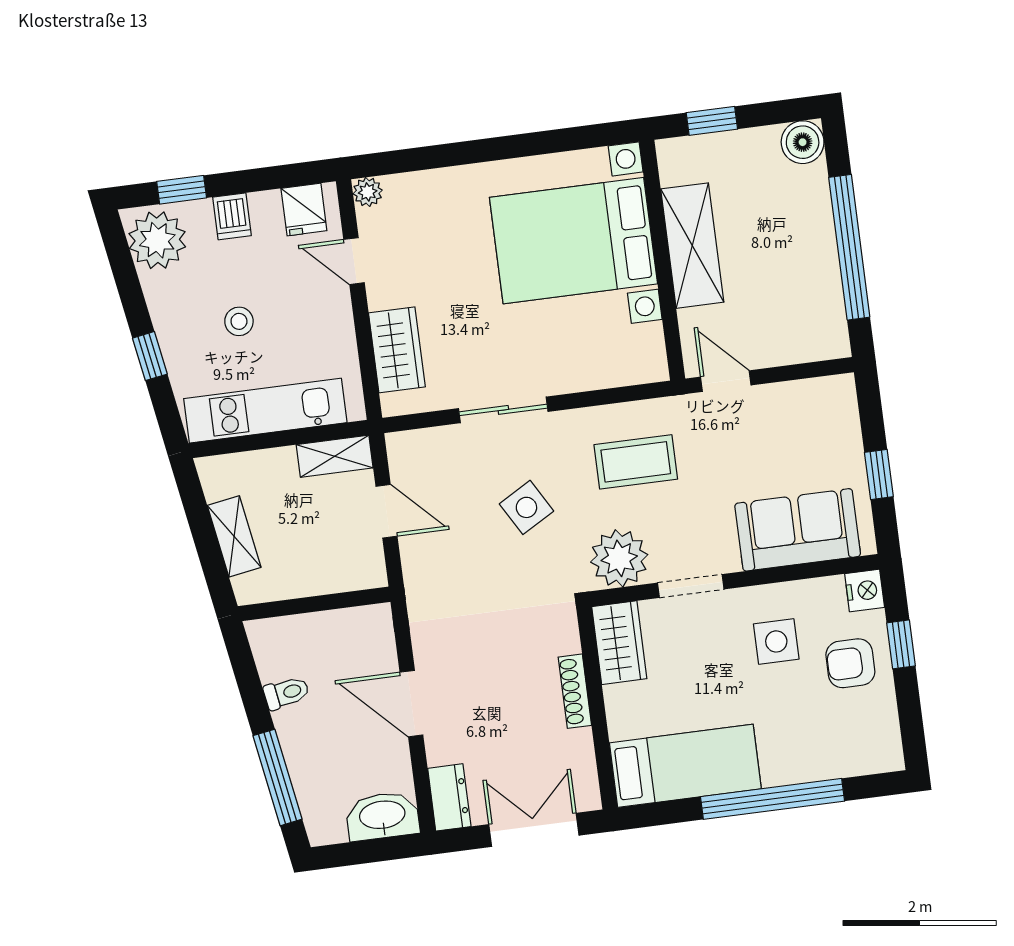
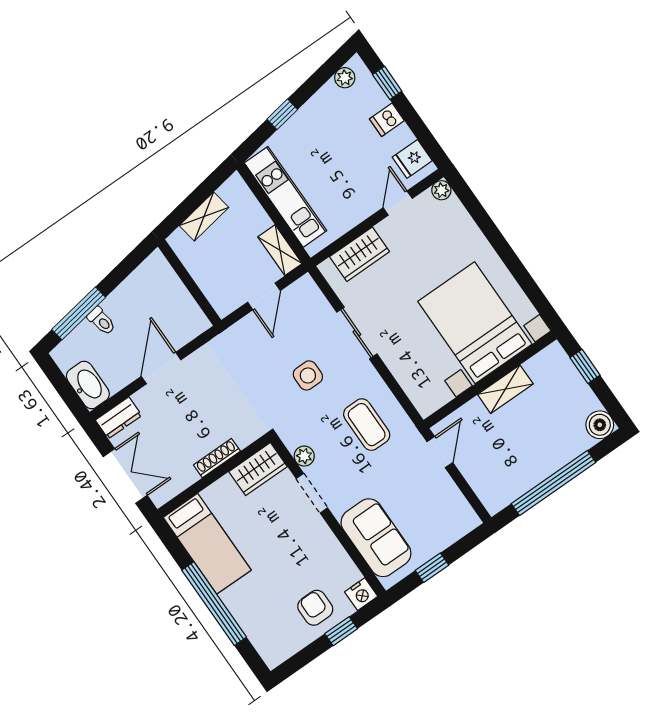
plant: (157, 240) -> (345, 78), width x0.53, depth x0.53
shelving: (692, 246) -> (505, 389), width x0.67, depth x0.75
stool: (239, 321) -> (329, 155), removed
side table: (526, 507) -> (308, 375), turned 30
plant: (619, 558) -> (304, 456), width x0.53, depth x0.53
side table: (776, 641) -> (306, 559), removed
toilet: (286, 693) -> (101, 321), moved

